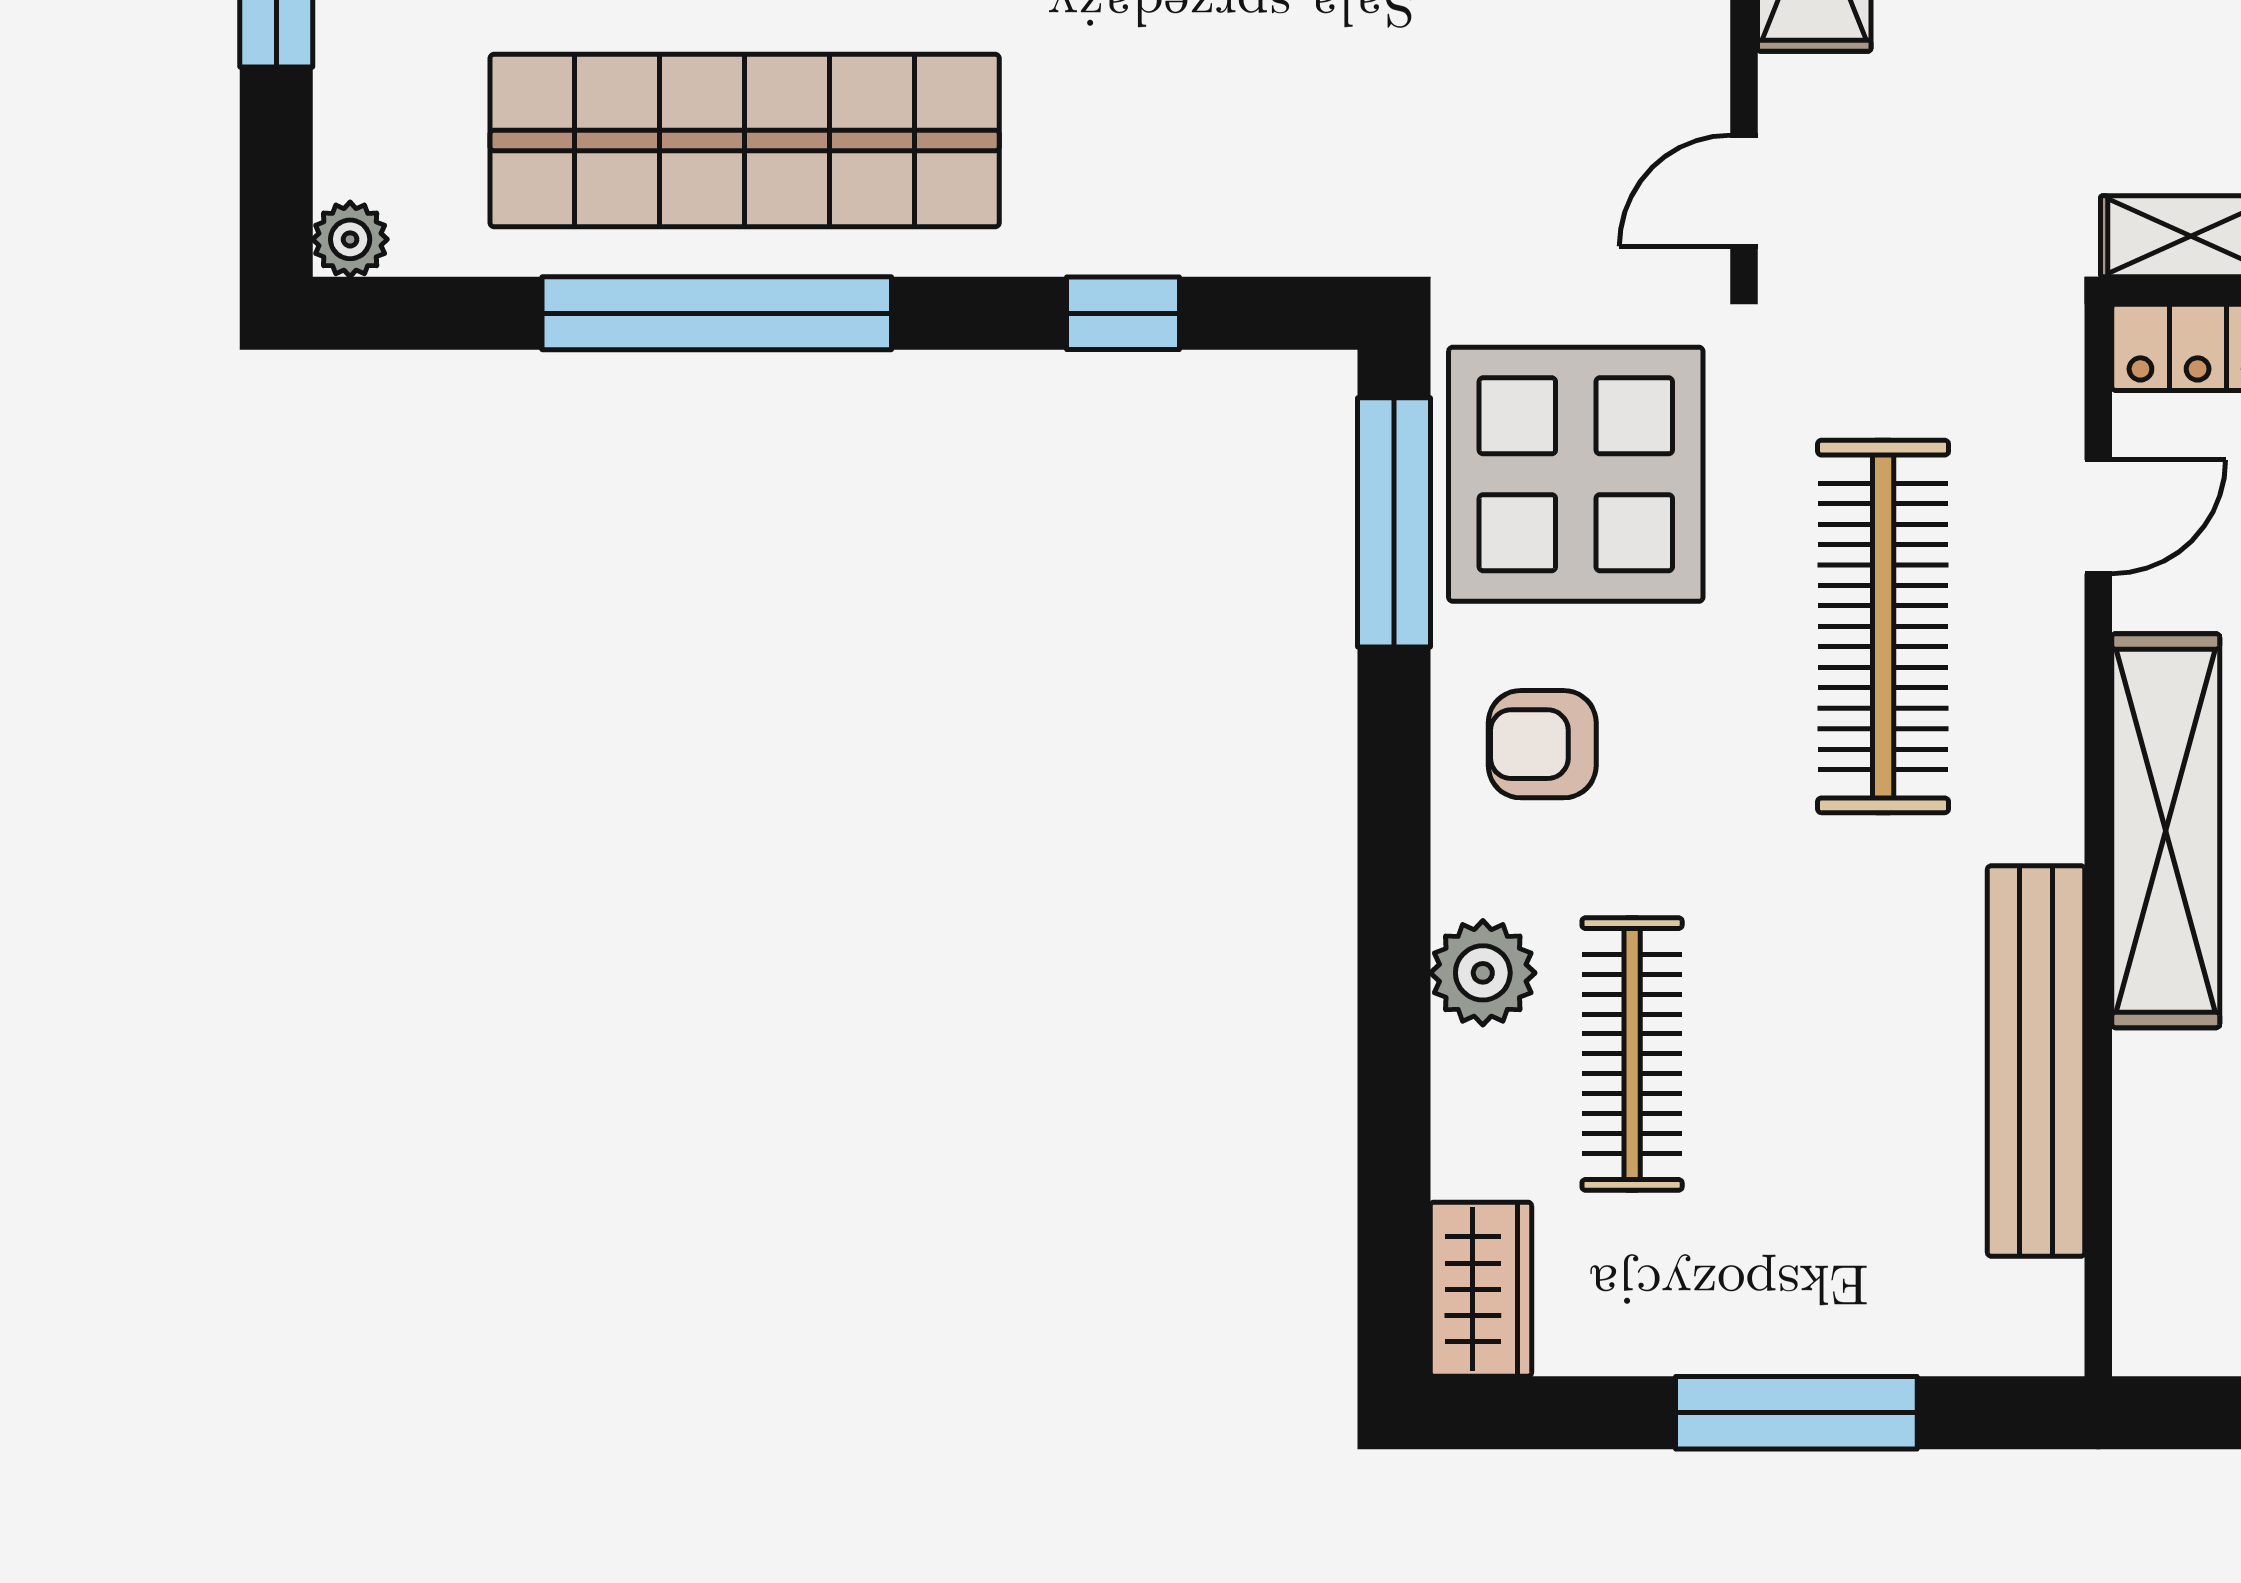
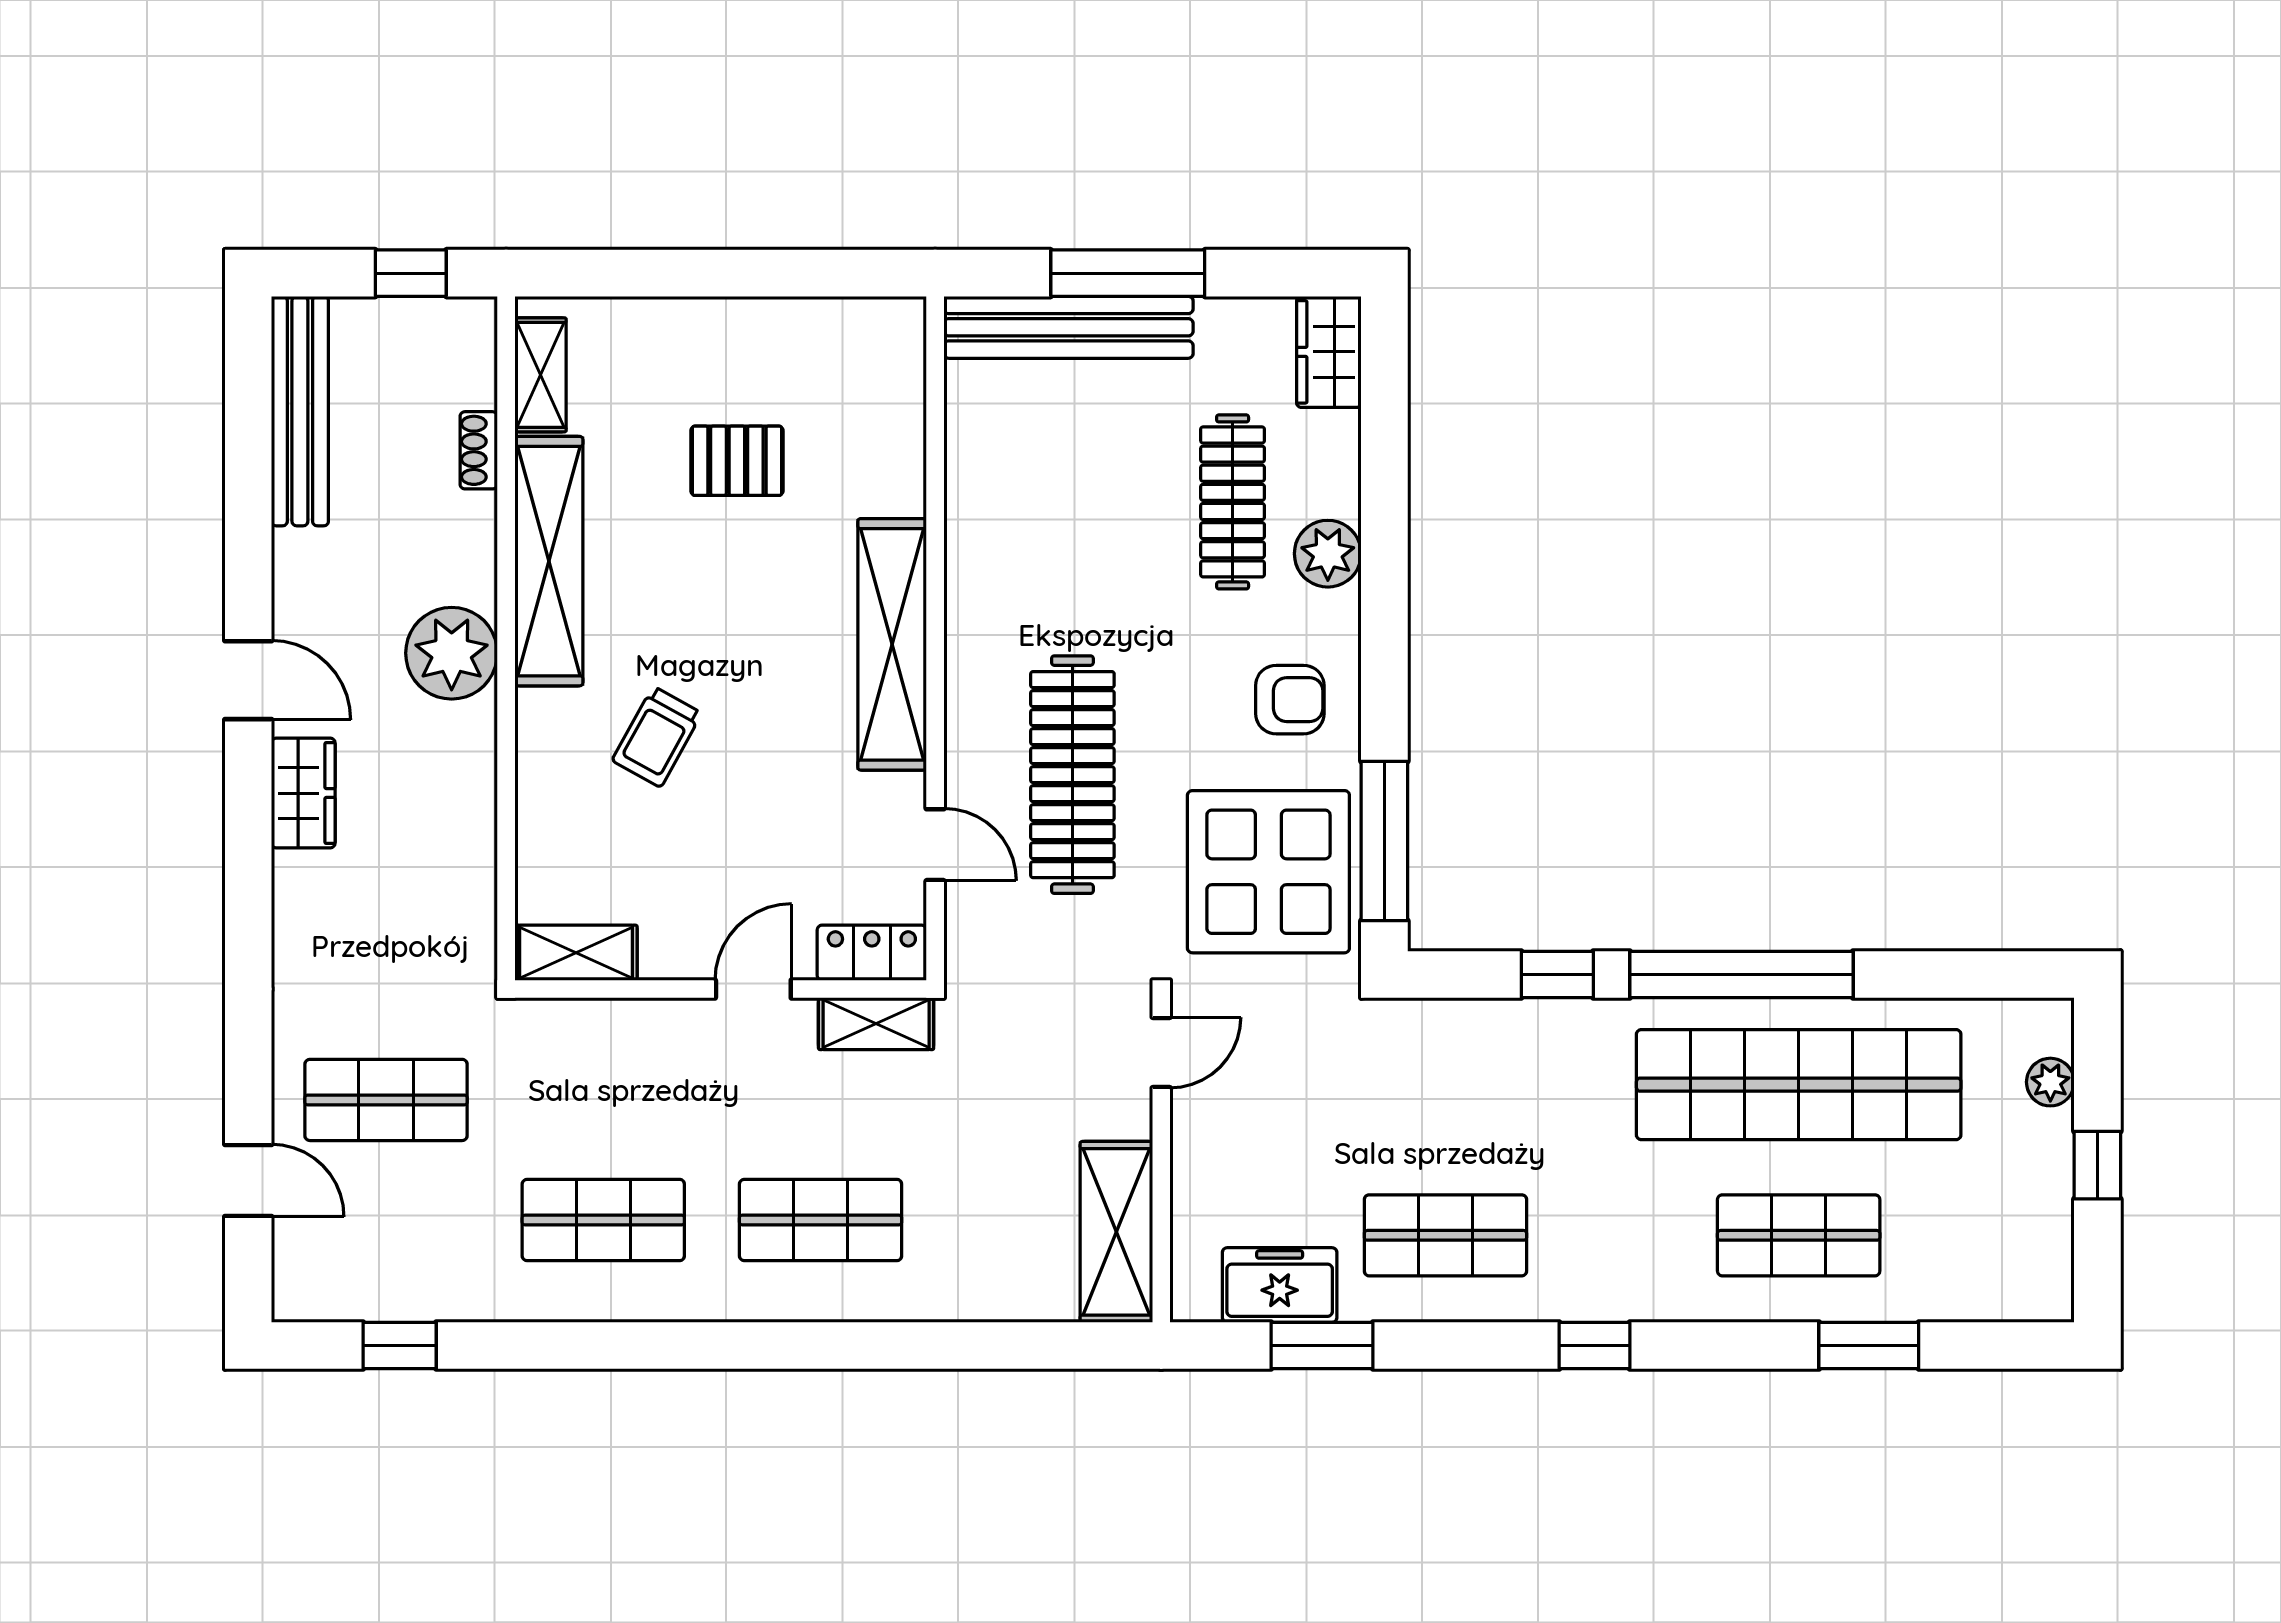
plant: (350, 239) -> (2050, 1082), moved
window: (717, 313) -> (1741, 974), moved
door: (2098, 517) -> (935, 845), swing flipped
bench: (2036, 1061) -> (1068, 327), moved, turned 90

